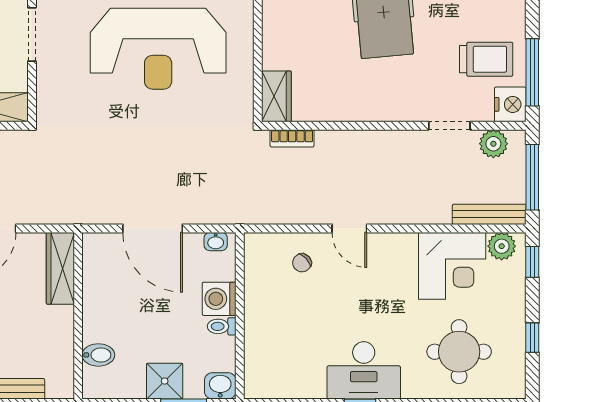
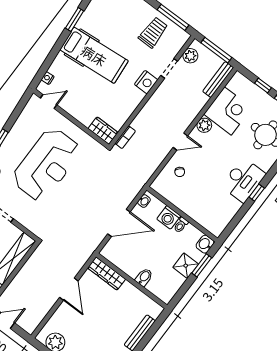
nightstand: (510, 104) -> (146, 82), moved, turned 90
plant: (502, 246) -> (204, 125), moved
window: (532, 262) -> (263, 86), moved
bidet: (98, 355) -> (144, 277), moved

